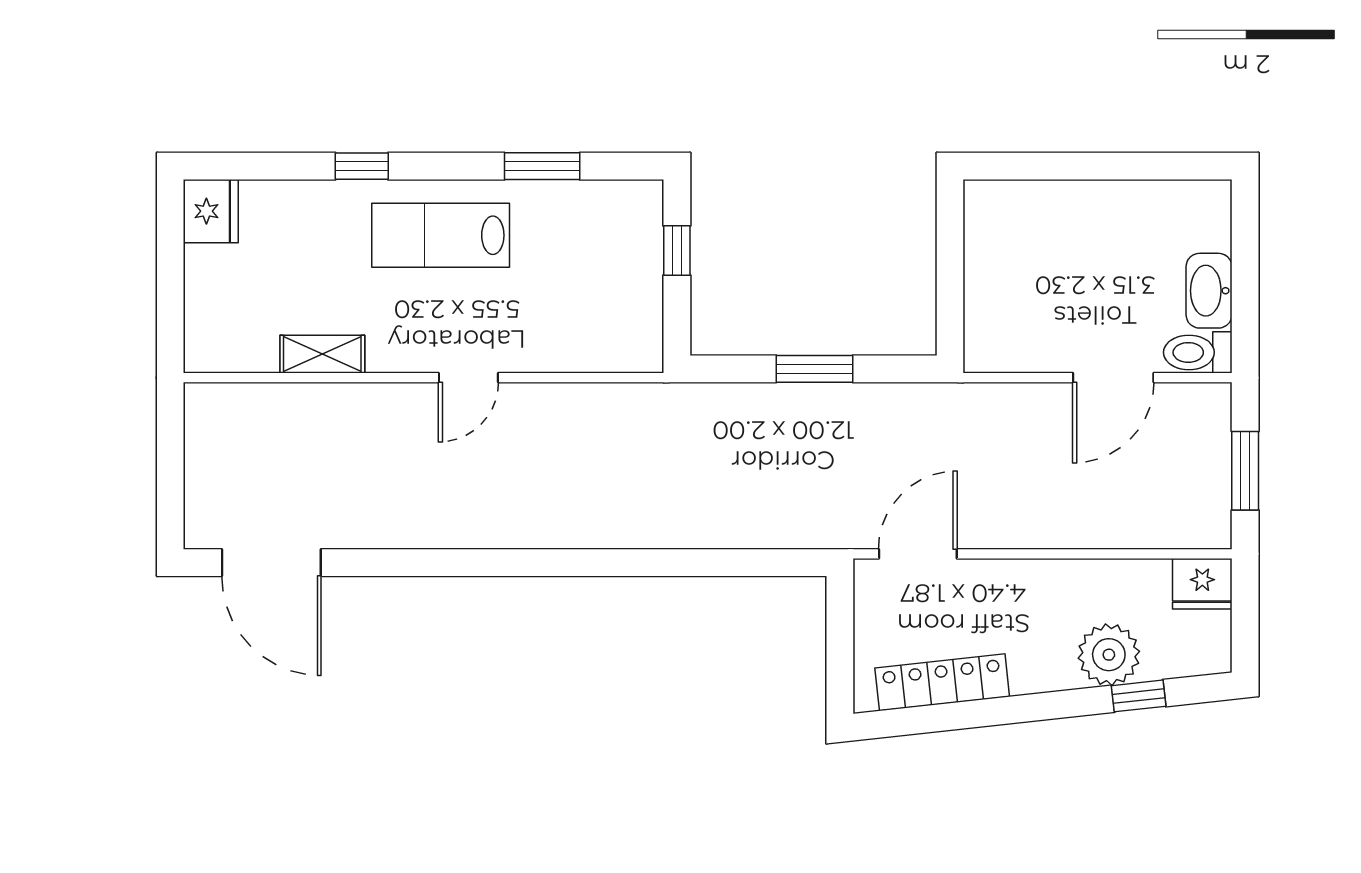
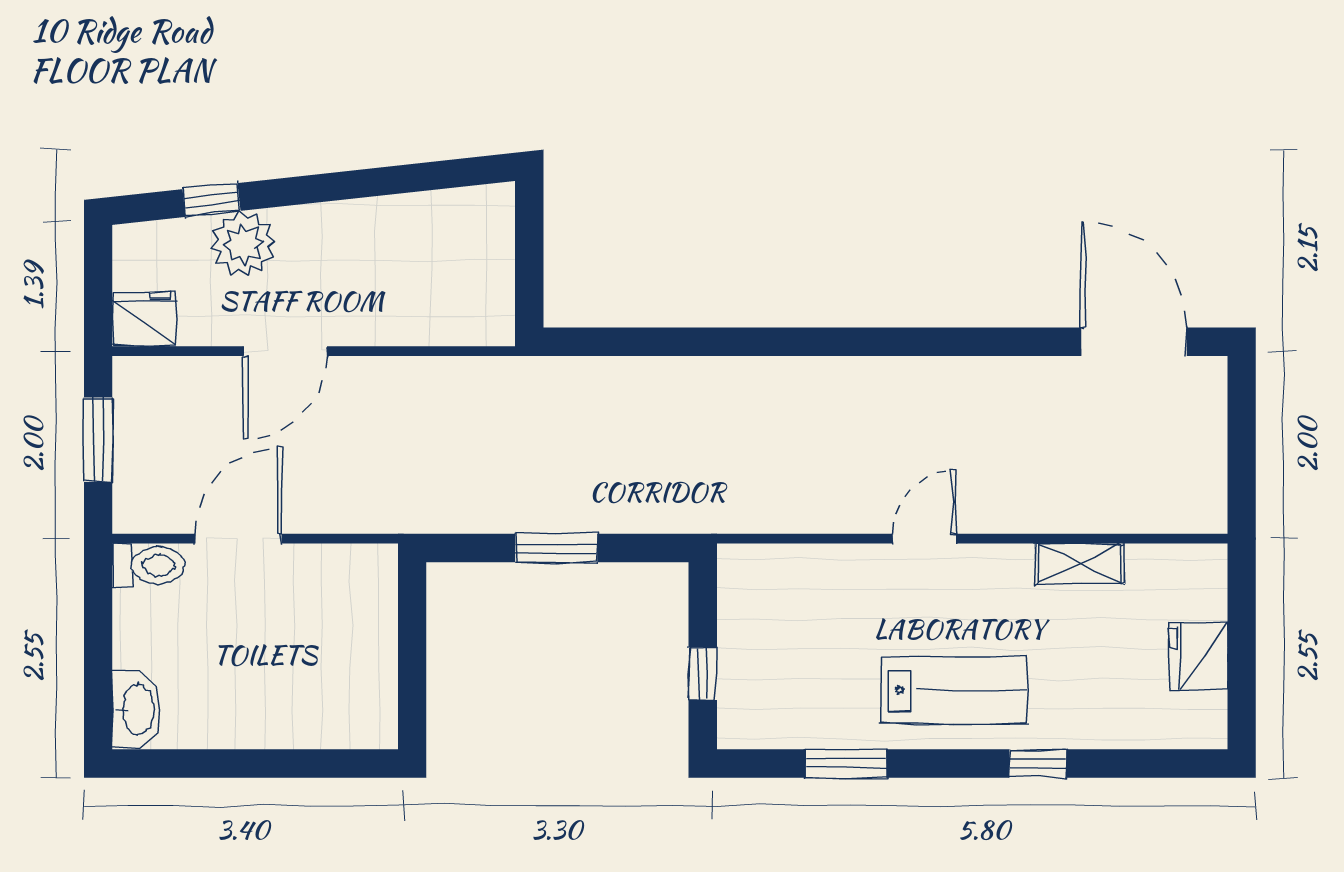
fridge: (211, 211) -> (1199, 656), moved
washbasin: (1209, 291) -> (137, 710), moved
door: (918, 554) -> (285, 351), moved
locker: (942, 682) -> (420, 214), removed

